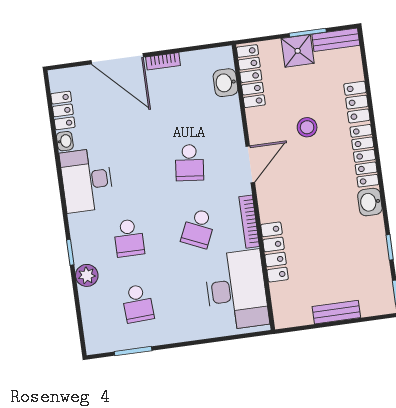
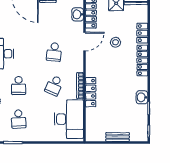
door: (250, 164) -> (85, 41), moved
washbasin: (370, 202) -> (142, 97), moved
locker: (275, 252) -> (91, 92), moved

